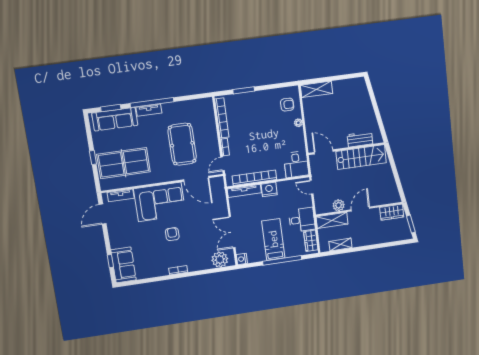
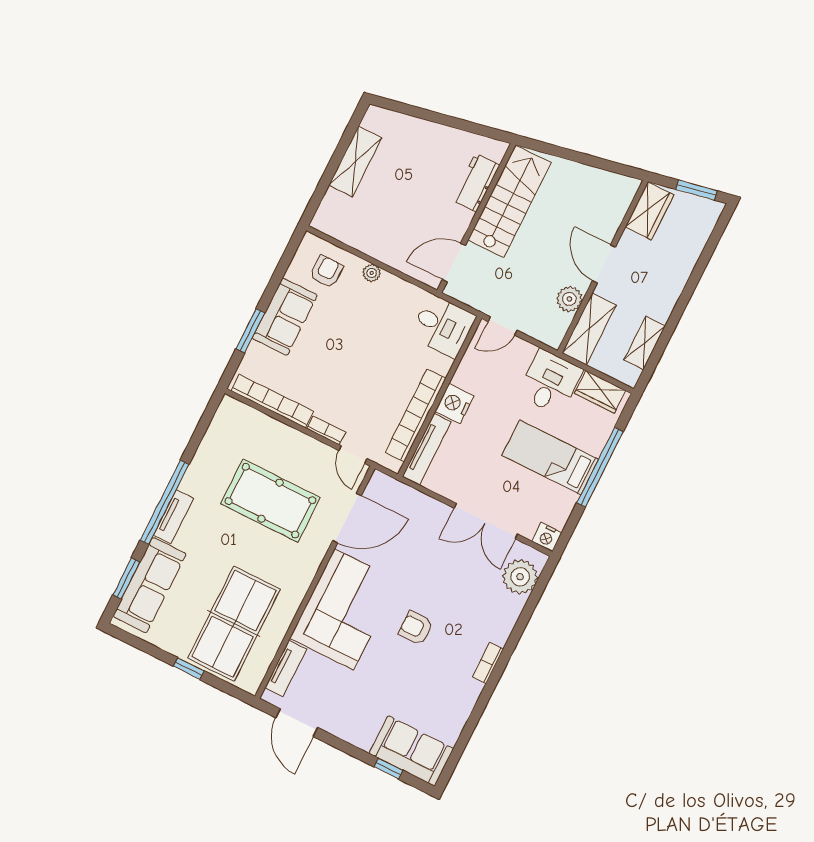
shelving: (317, 89) -> (355, 162), moved
sofa: (258, 100) -> (285, 317), added

